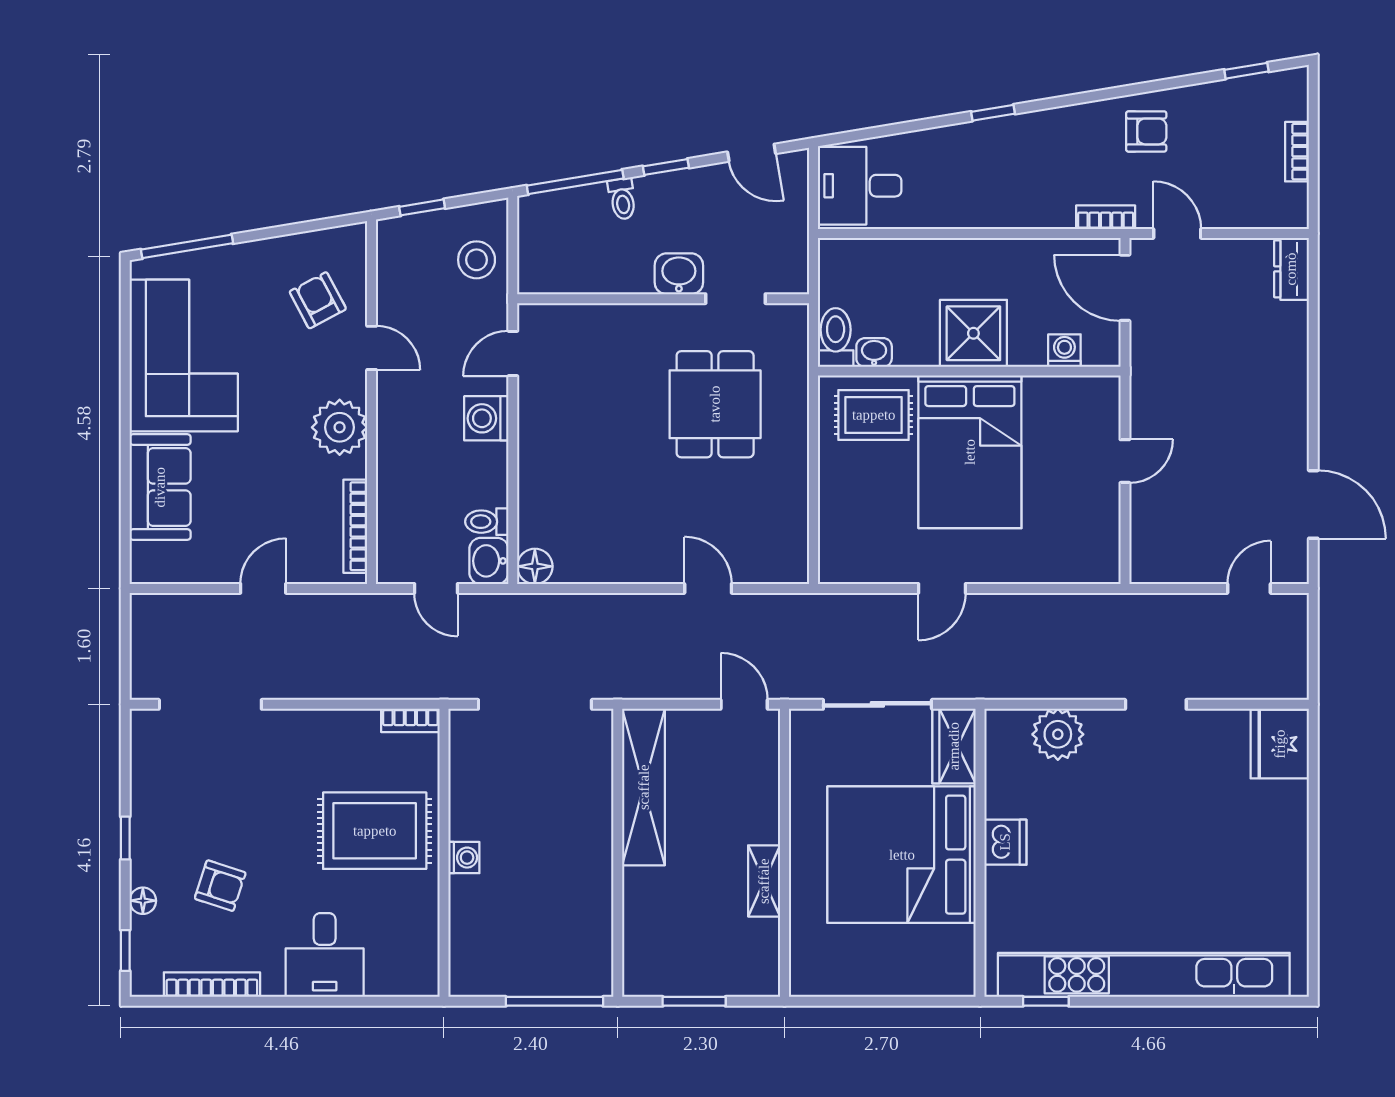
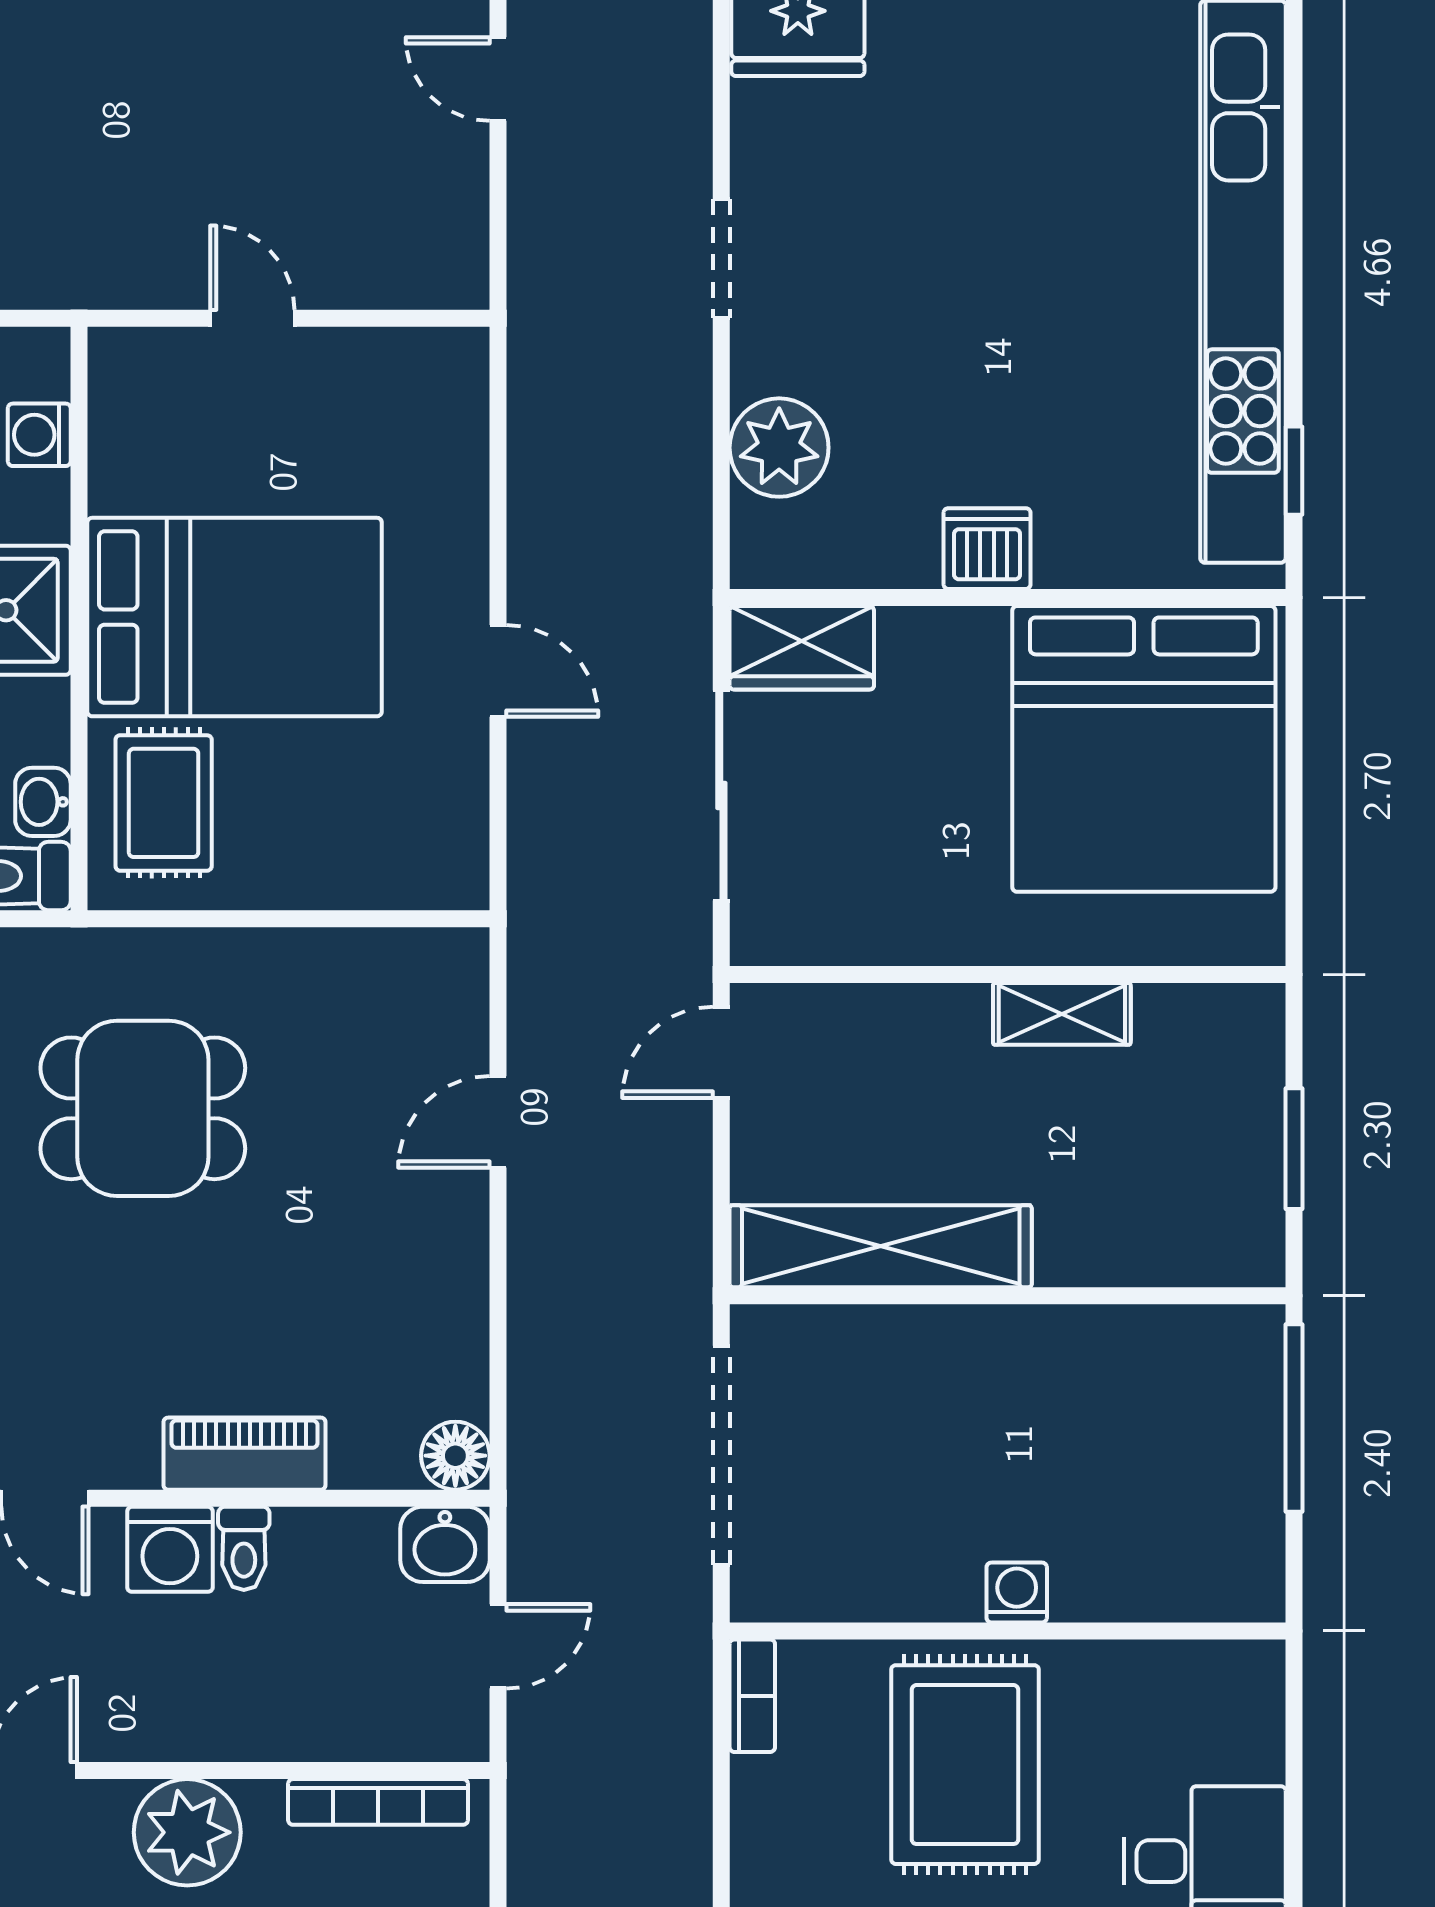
piano: (536, 457) -> (244, 1454), added
toilet: (487, 522) -> (244, 1548), moved
bed: (902, 855) -> (1144, 749), moved

